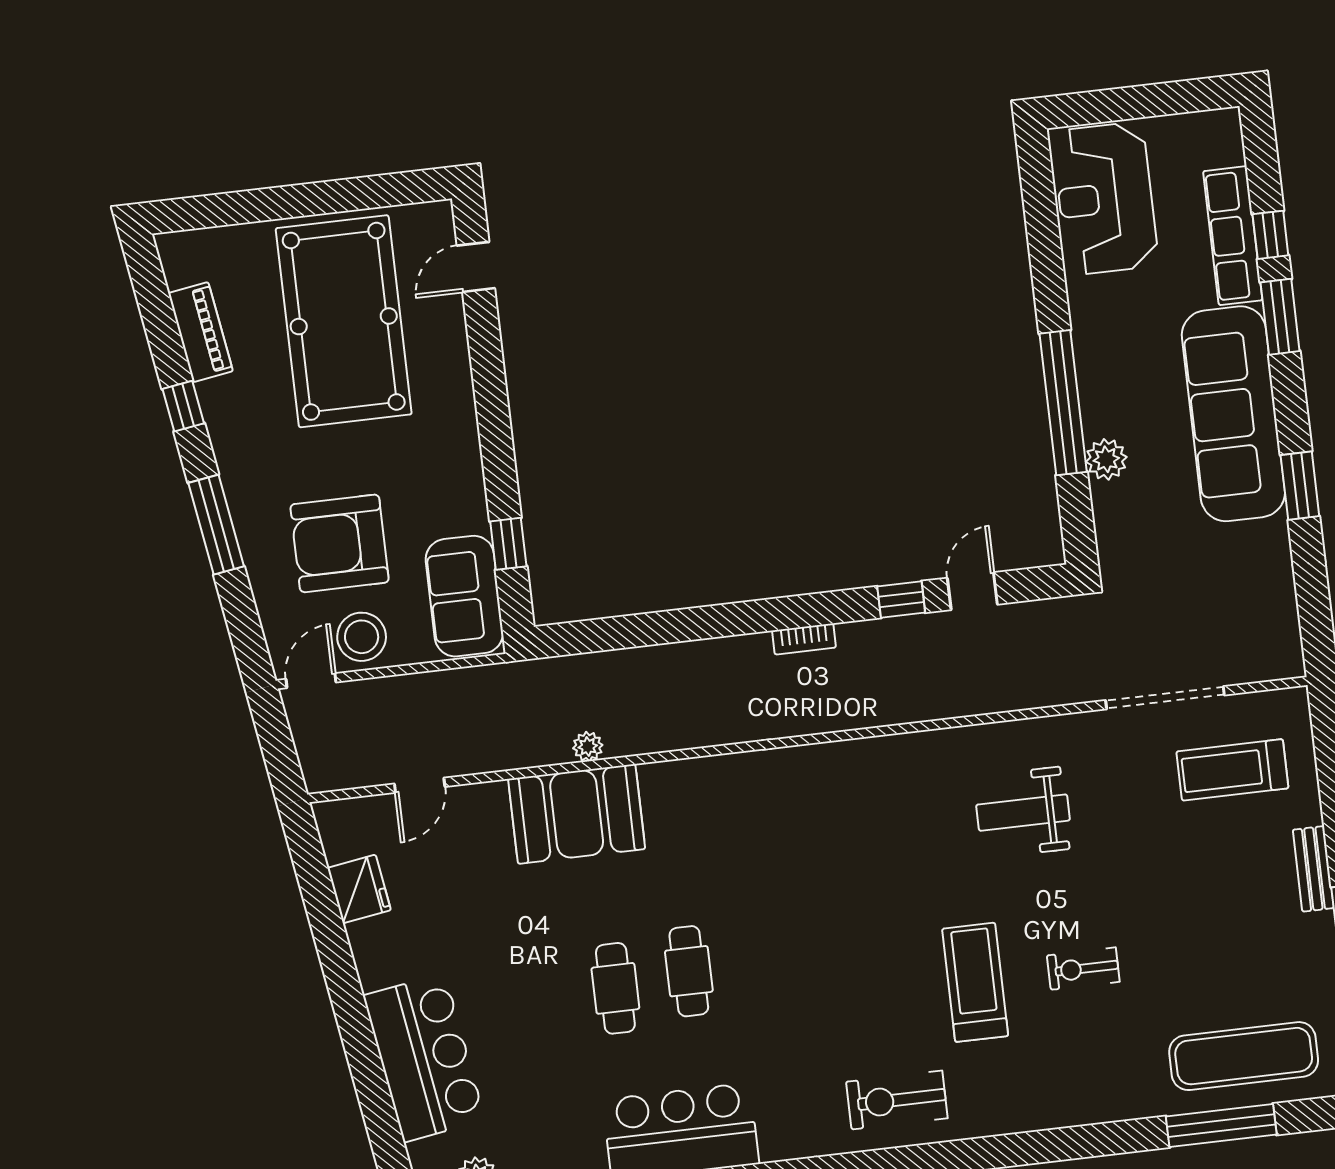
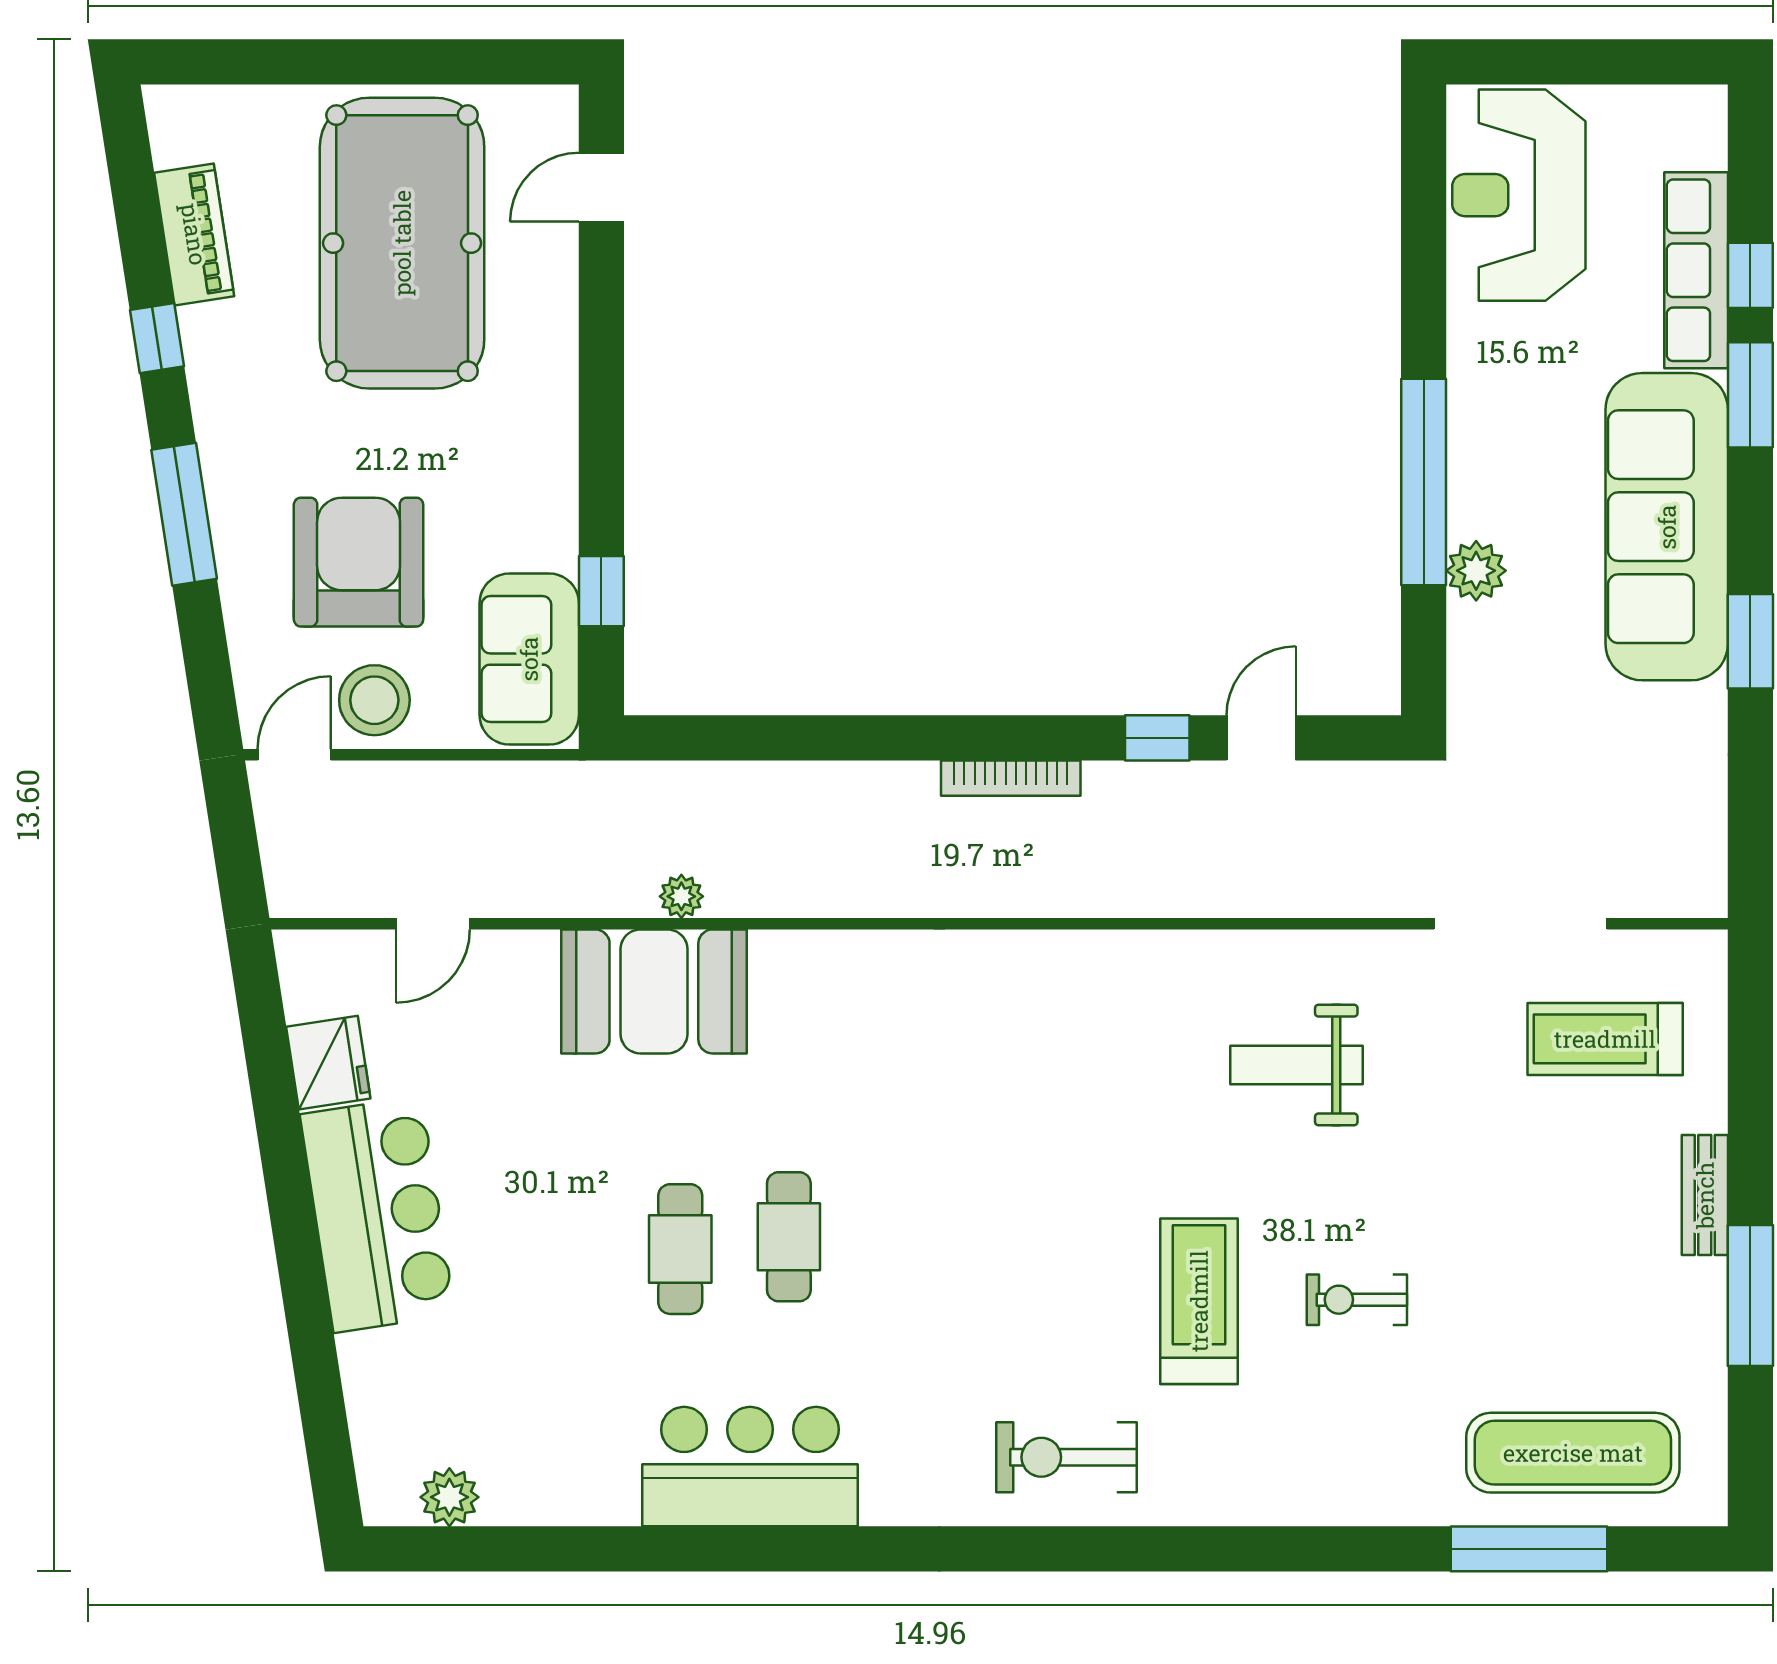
armchair: (340, 543) -> (359, 562), turned 90
bookcase: (804, 639) -> (1011, 778), width x1.56
bar counter: (424, 1058) -> (378, 1214), moved

